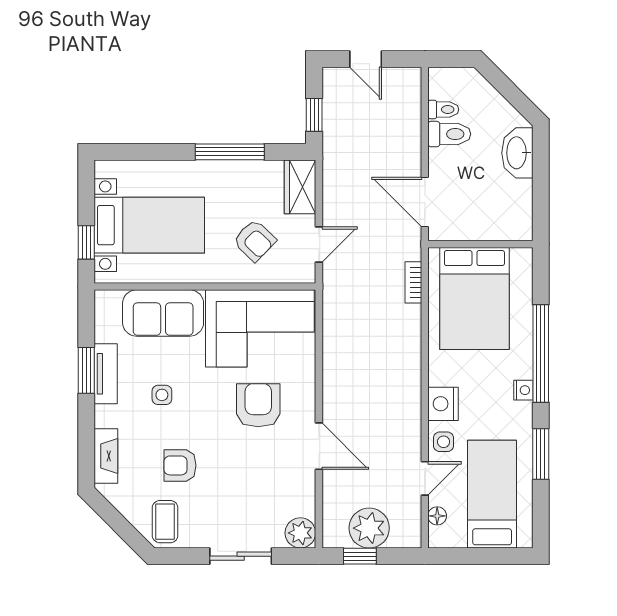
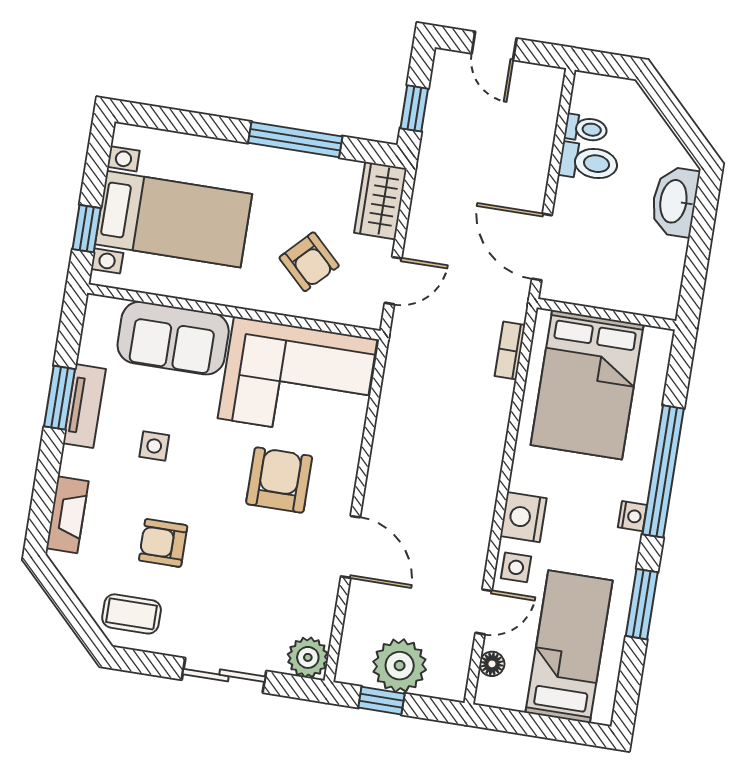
coffee table: (165, 522) -> (132, 614), turned 90

